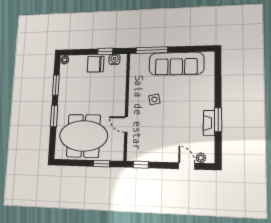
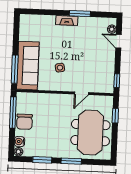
window: (105, 51) -> (13, 112), width x2.17
water cooler: (114, 59) -> (20, 142), moved
sofa: (176, 64) -> (28, 66), moved
fireplace: (209, 123) -> (67, 21), moved
door: (187, 166) -> (118, 41), hinge flipped

